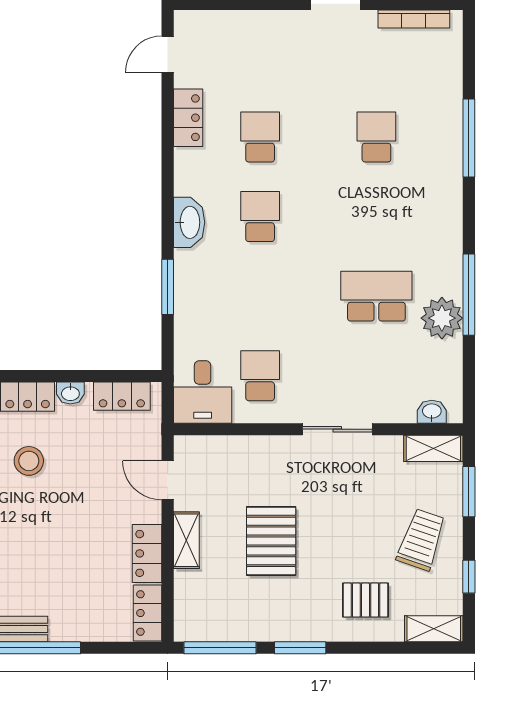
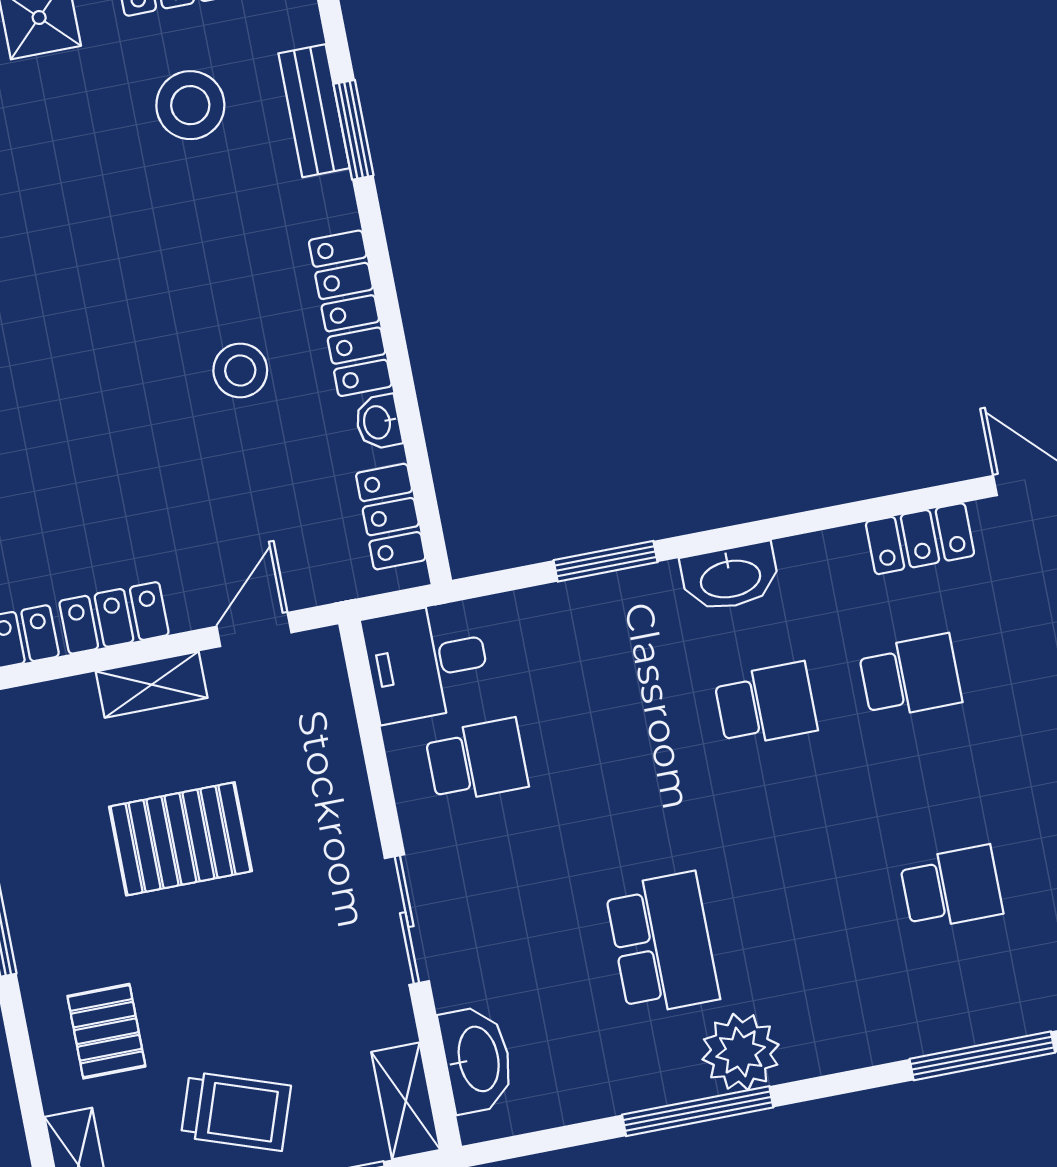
plant: (442, 318) -> (741, 1052), moved
washbasin: (432, 412) -> (477, 1059), width x1.91, depth x1.45

